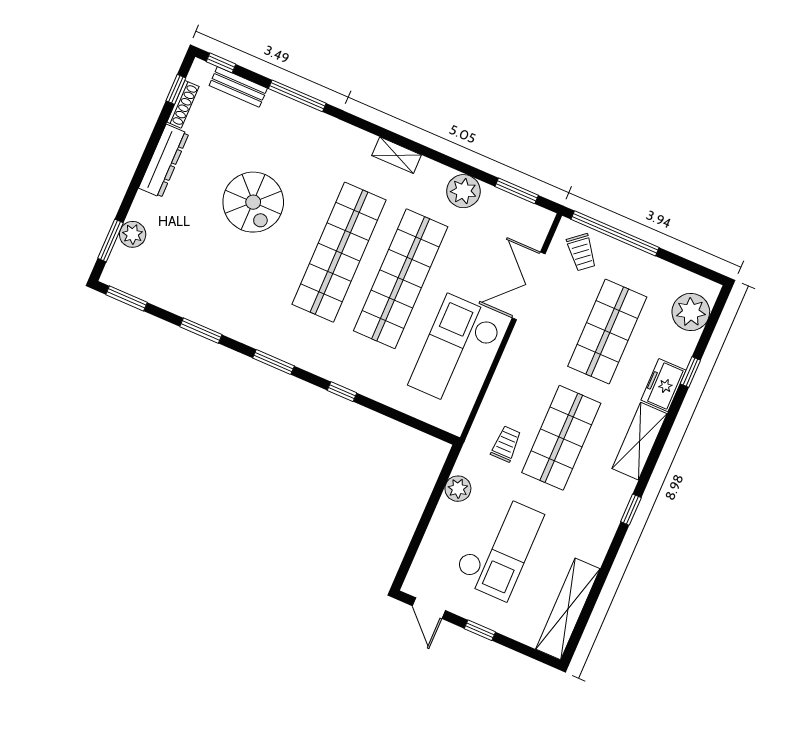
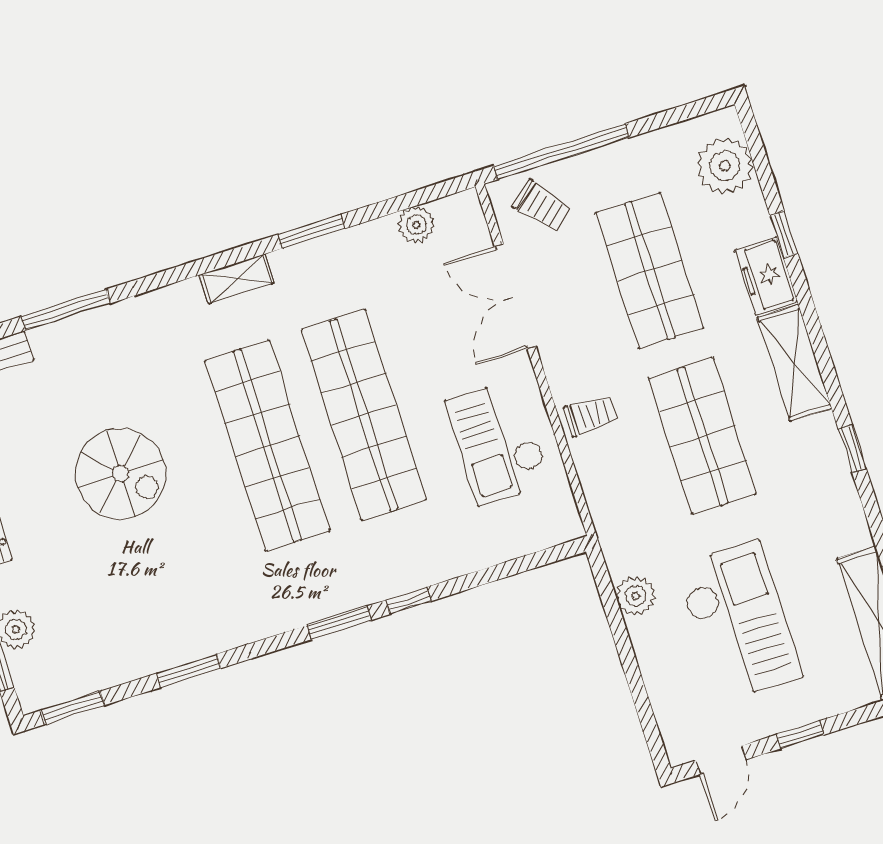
plant: (463, 191) -> (417, 225), moved, width x0.73, depth x0.73
window: (517, 191) -> (312, 231), moved
checkout: (456, 351) -> (498, 442), width x0.73, depth x0.83
window: (273, 362) -> (339, 623), moved
trolley: (506, 444) -> (591, 415), moved, turned 91
door: (429, 608) -> (721, 760), hinge flipped

